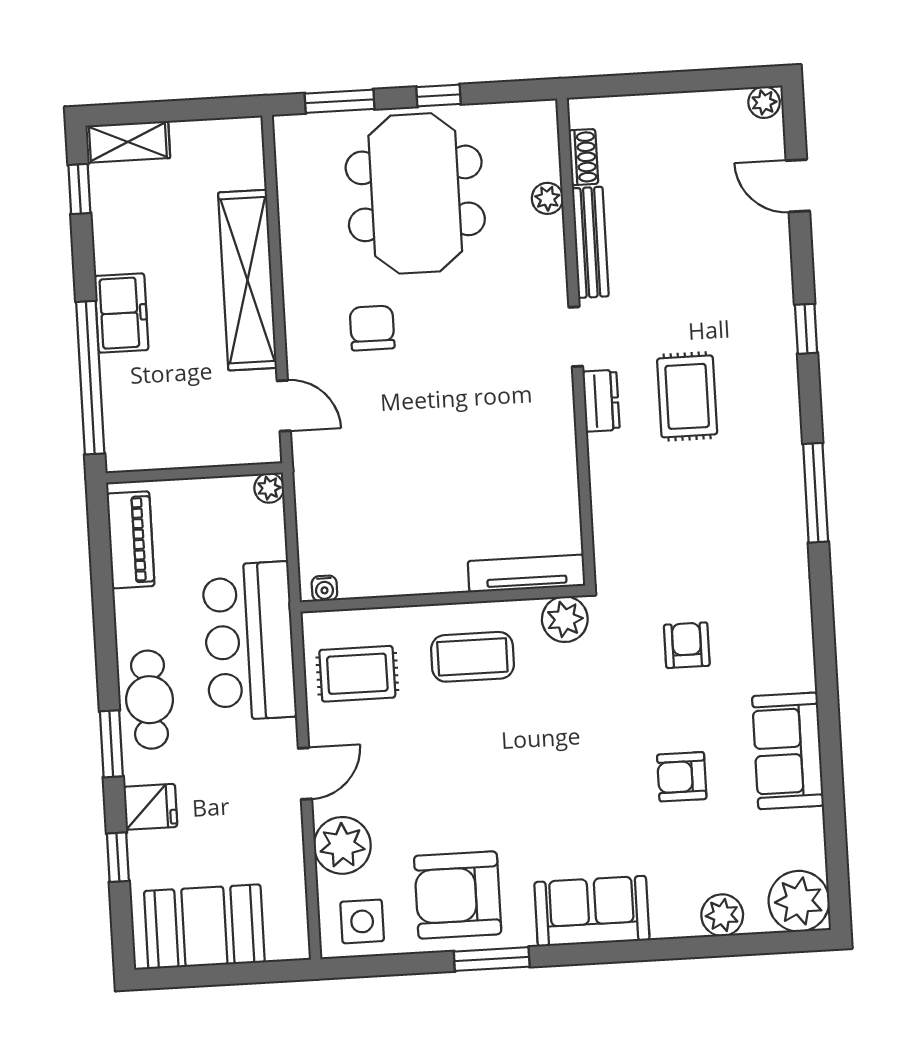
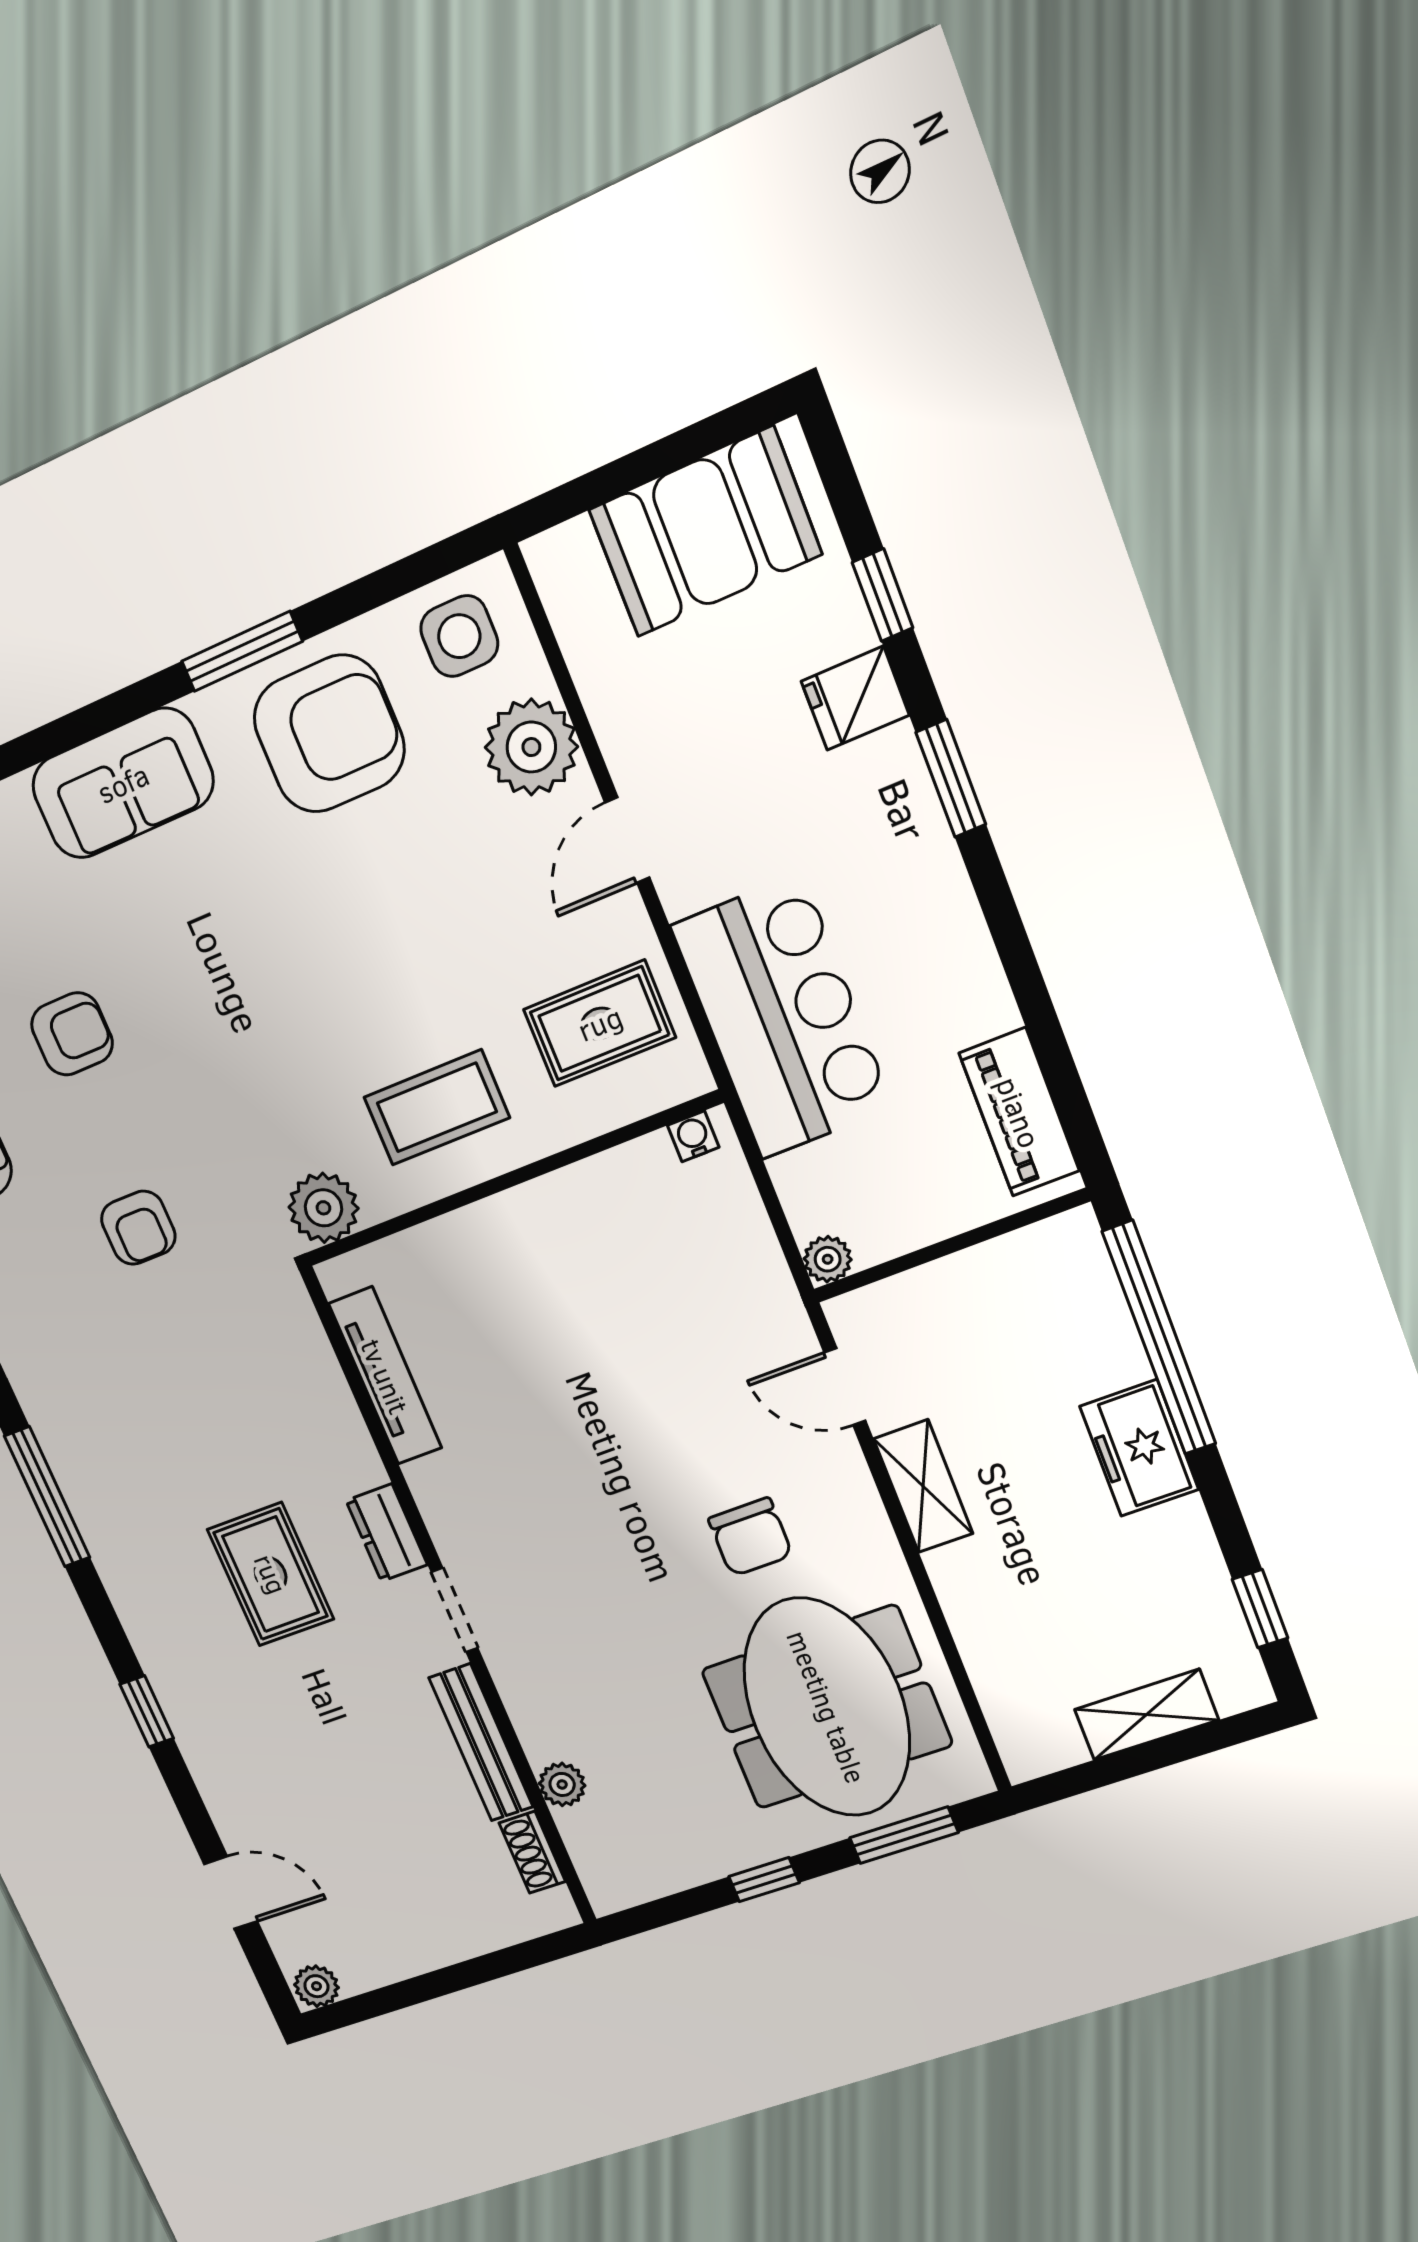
shelving: (128, 142) -> (1146, 1715), moved
meeting table: (415, 193) -> (827, 1707), moved
shelving: (247, 280) -> (923, 1486), width x0.45, depth x0.75
tv unit: (526, 573) -> (385, 1376), moved, turned -90
cafe table: (149, 700) -> (911, 871), removed

